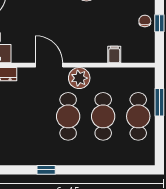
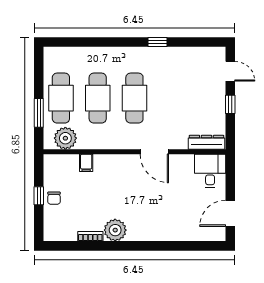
plant: (79, 78) -> (65, 138), moved

